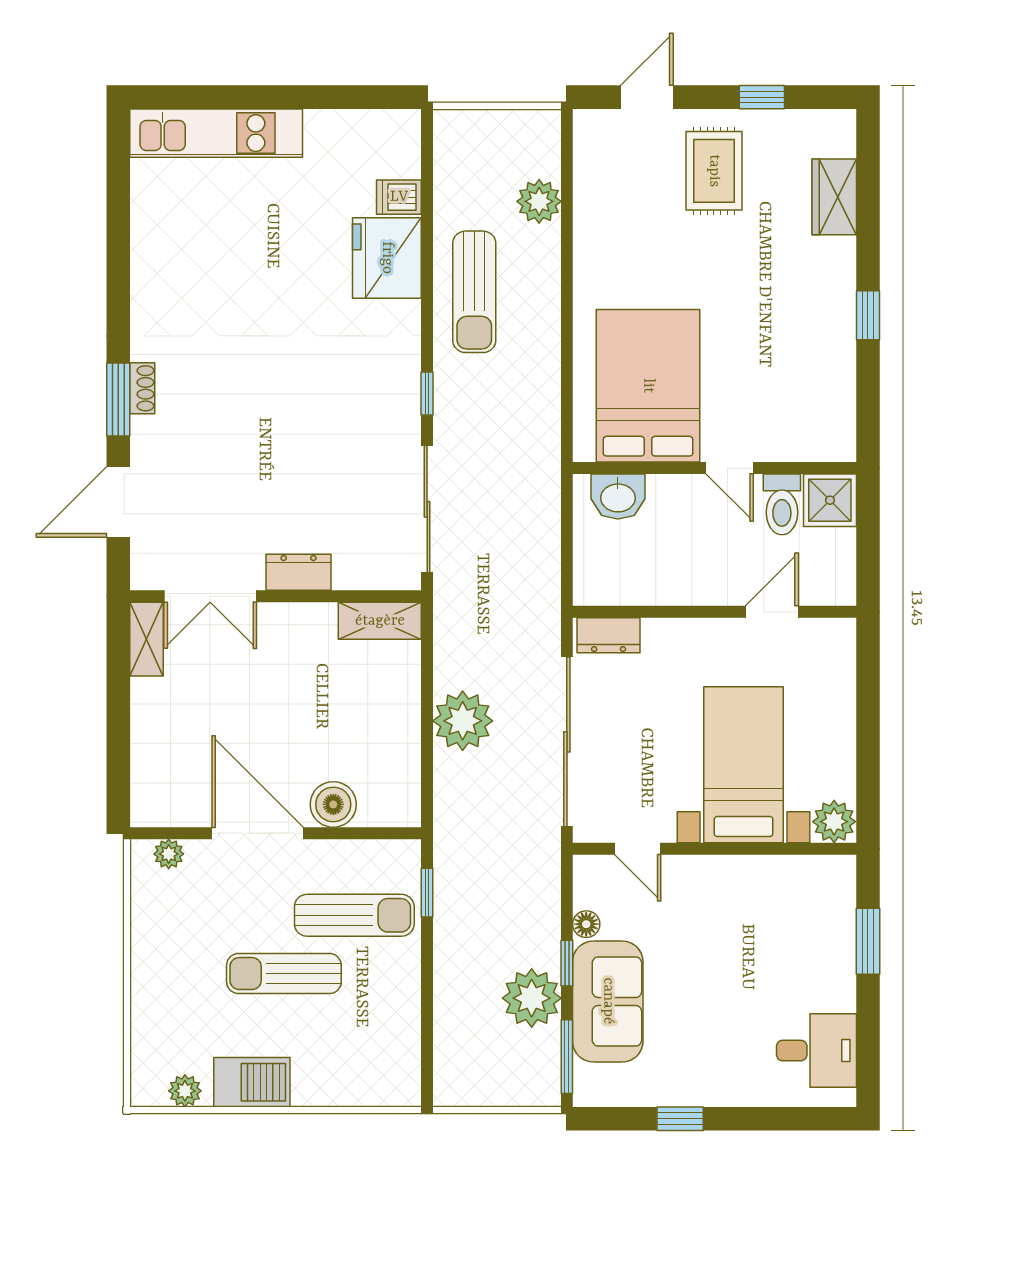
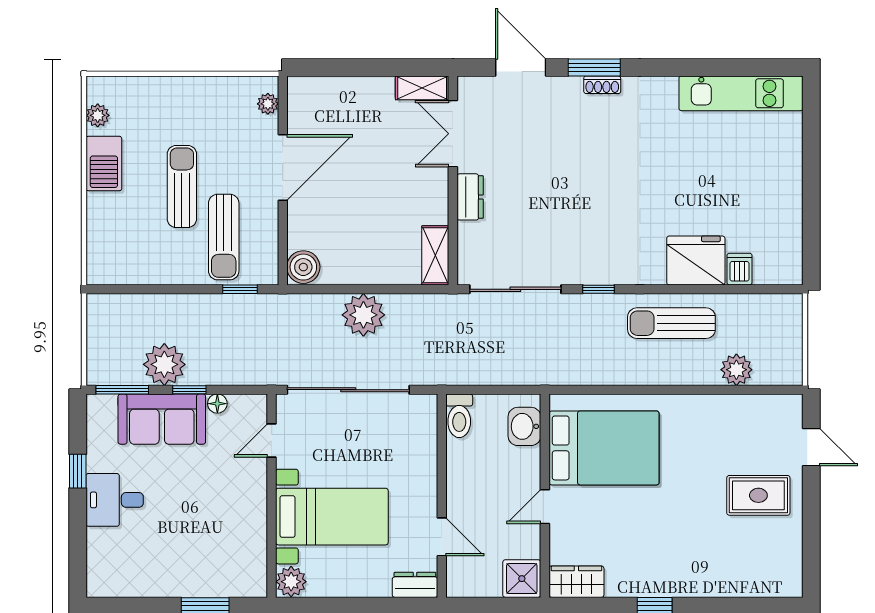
window: (762, 97) -> (811, 530), removed
kitchen unit: (216, 133) -> (741, 93), moved, turned -90
wardrobe: (834, 197) -> (576, 582), moved
toilet: (782, 504) -> (459, 416), moved, turned -90
dresser: (609, 635) -> (415, 585), moved, turned 90
boiler: (333, 804) -> (303, 267), moved
desk: (816, 1051) -> (115, 500), moved, turned 90

